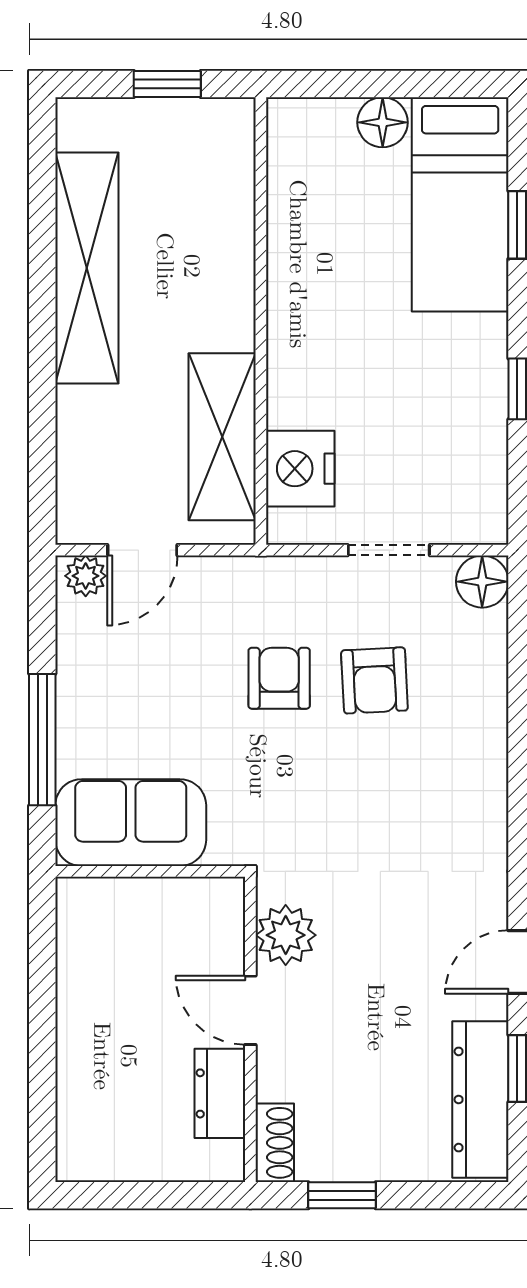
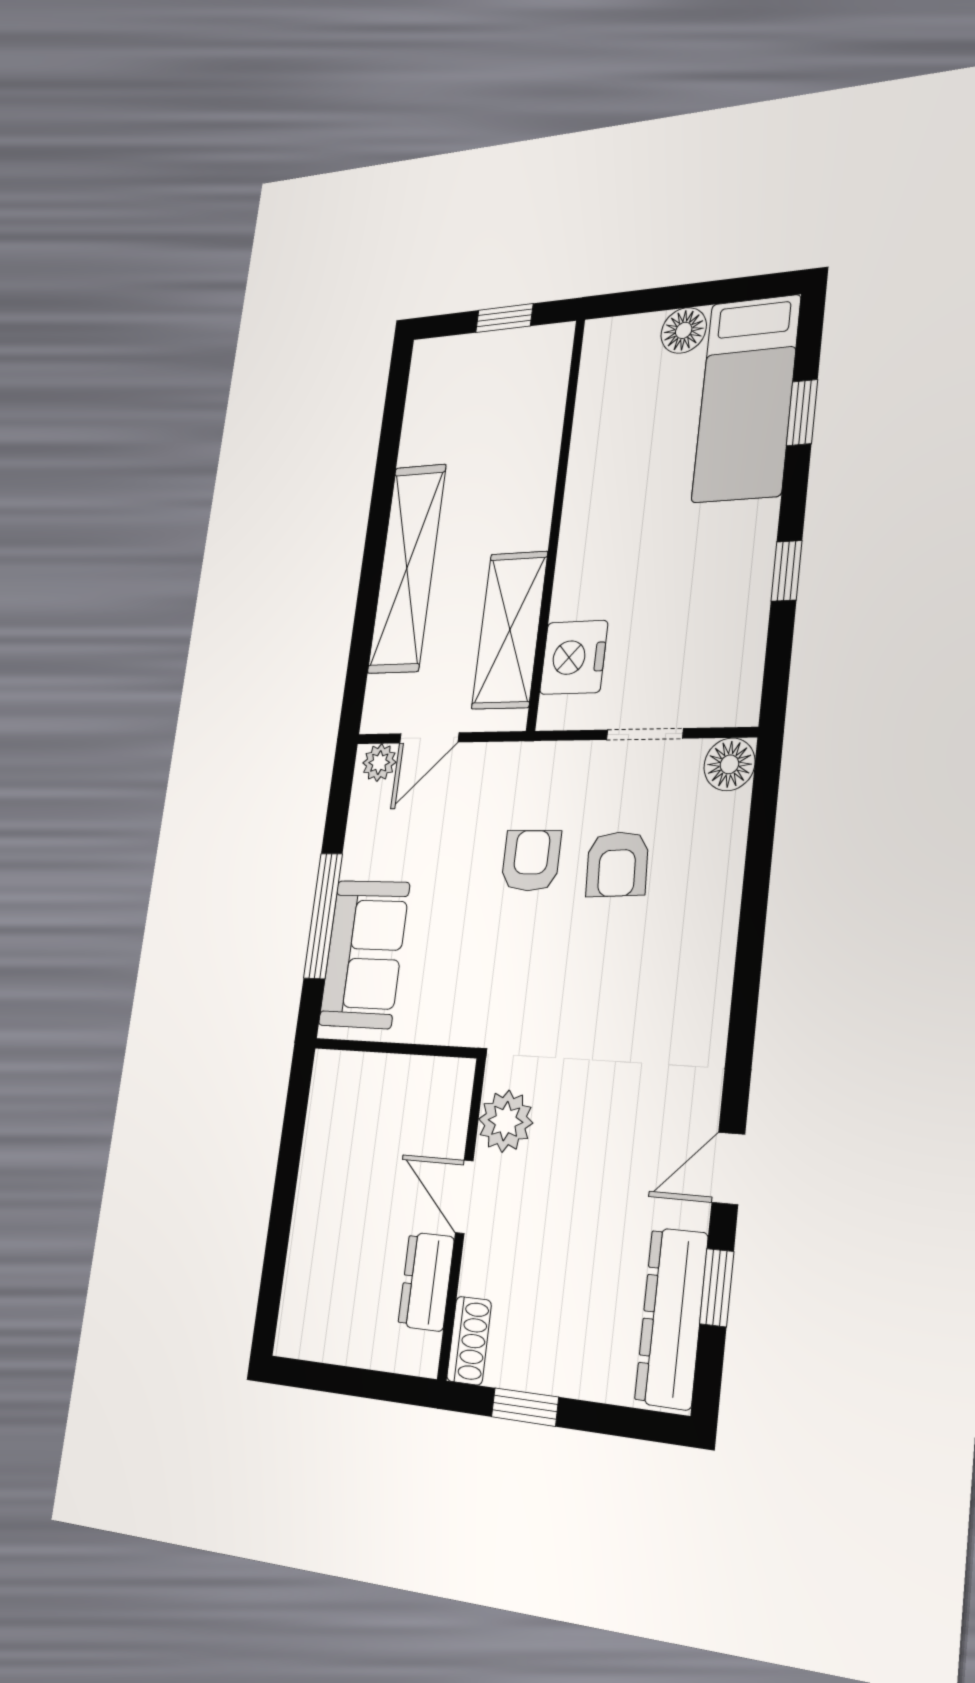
shelving: (87, 268) -> (407, 568), moved
sofa: (131, 823) -> (364, 954), moved, turned 90

